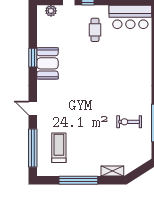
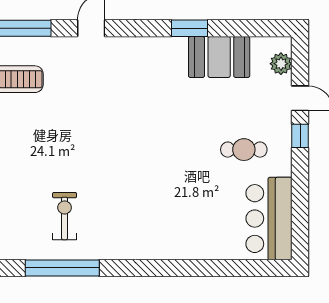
booth: (47, 63) -> (219, 57), moved

